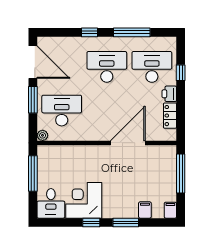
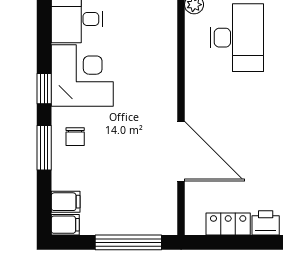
chair: (119, 204) -> (75, 137), added
filing cabinet: (145, 210) -> (66, 202), moved

